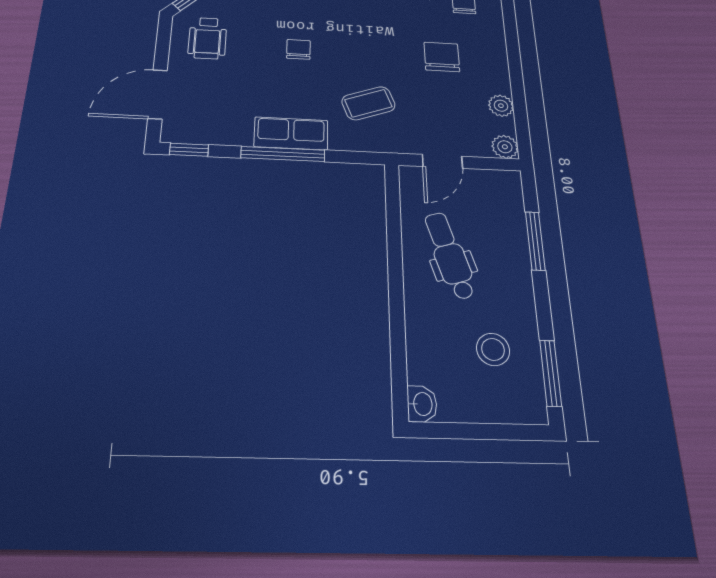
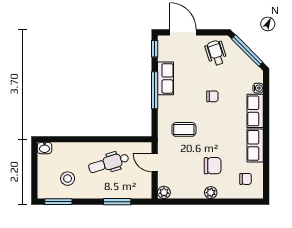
wheelchair: (208, 38) -> (216, 53), turned 72
coffee table: (368, 103) -> (184, 129), turned -70
plant: (501, 106) -> (211, 193), moved
row of seats: (291, 133) -> (166, 78), moved
dental chair: (450, 255) -> (109, 163), turned 180

